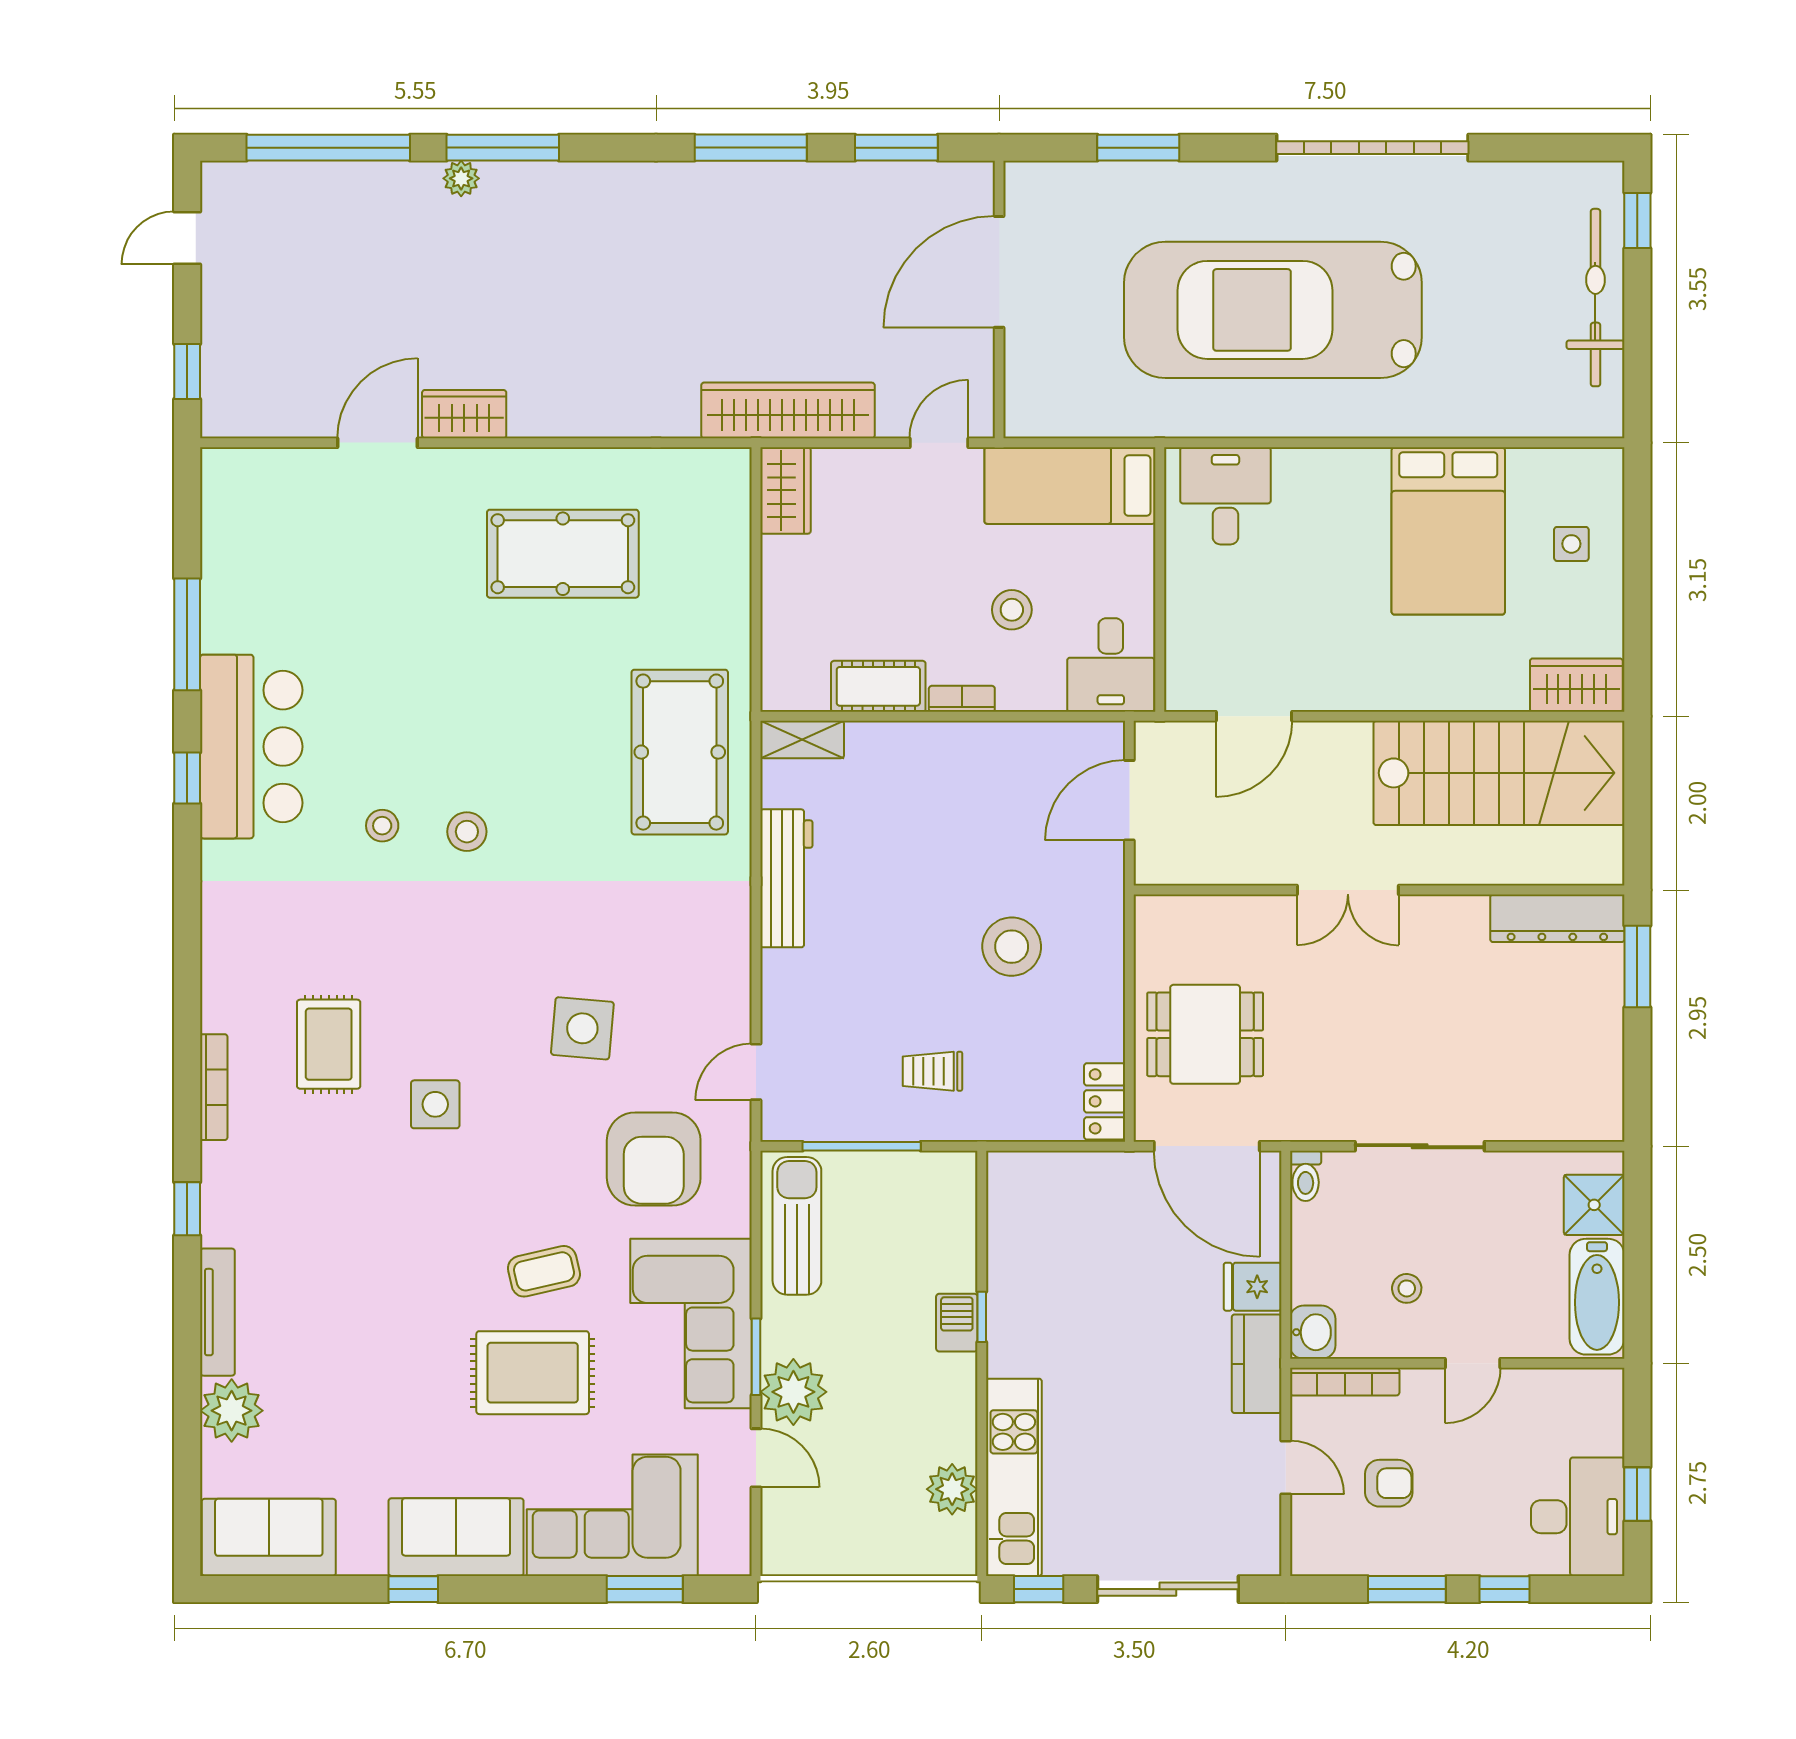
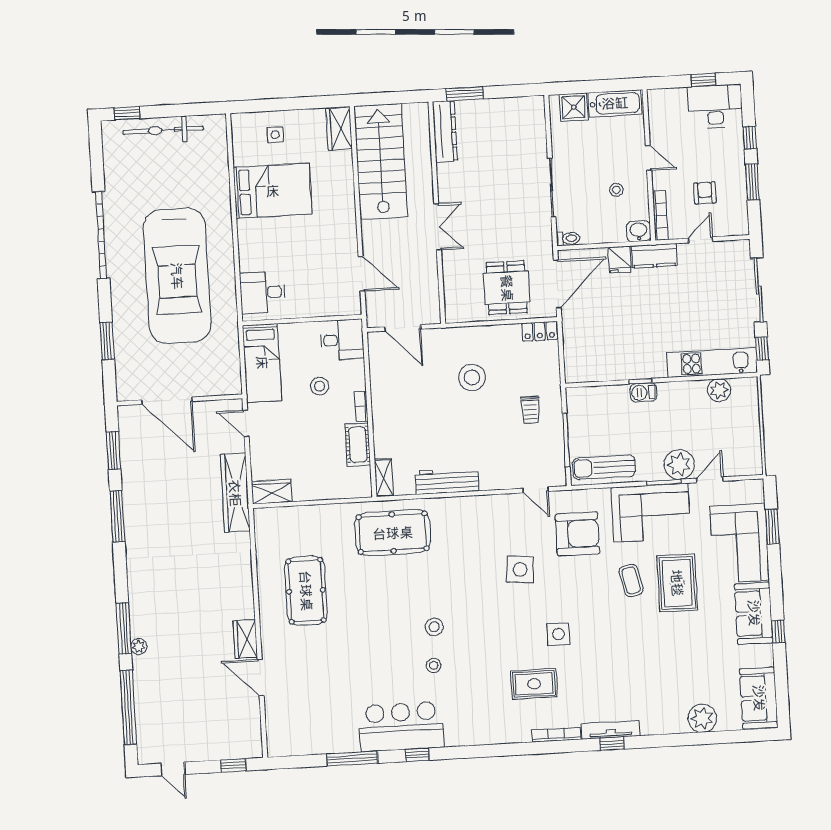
tv unit: (217, 1312) -> (611, 730), moved

